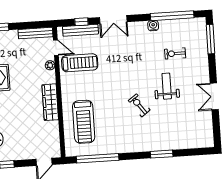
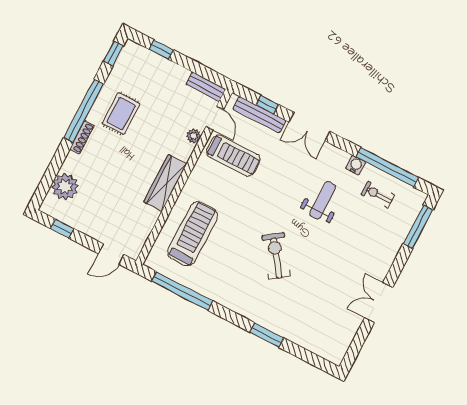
bench: (35, 33) -> (206, 87), width x0.73
exercise bike: (175, 54) -> (378, 195), moved
weight bench: (167, 86) -> (323, 200), moved
exercise bike: (139, 105) -> (276, 256), width x1.38, depth x1.39
treadmill: (84, 122) -> (193, 234), turned 180

